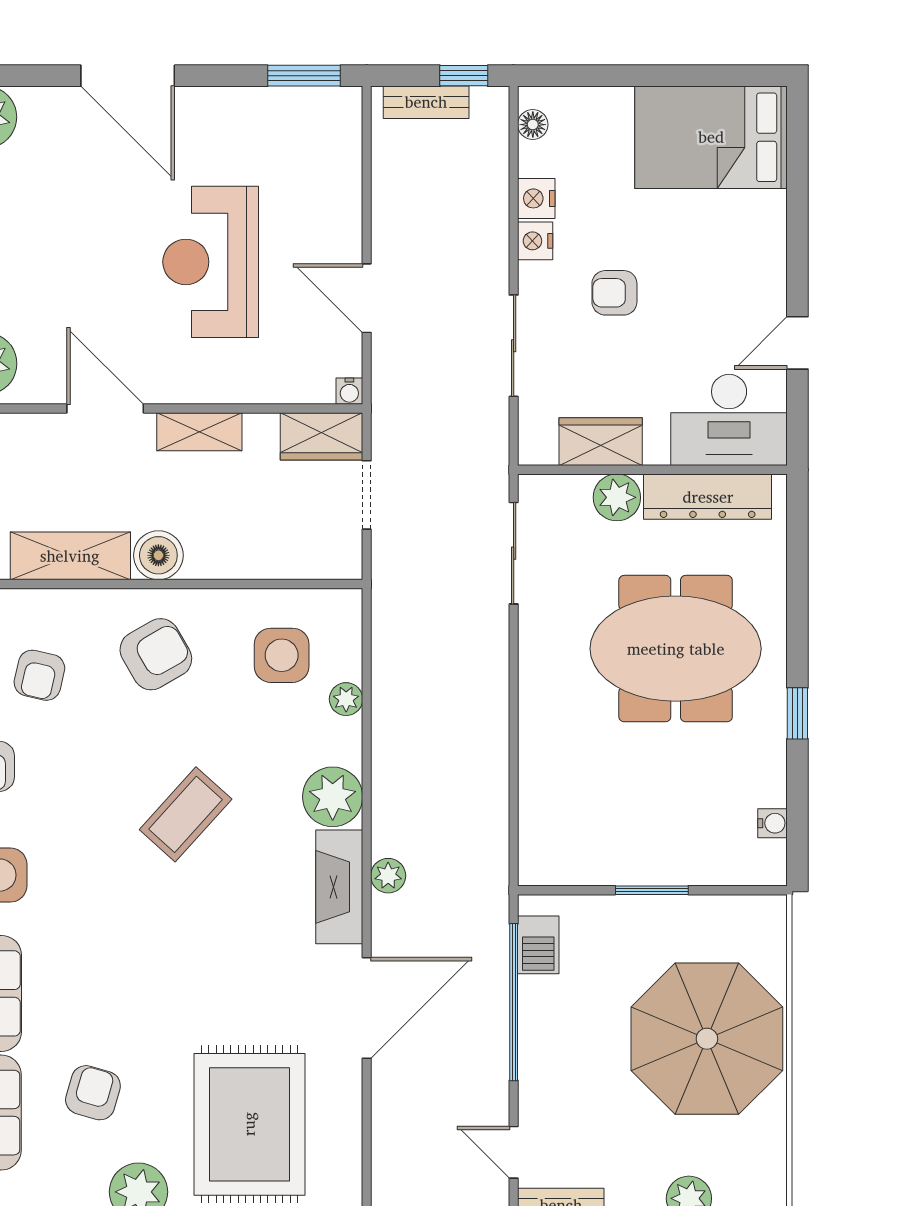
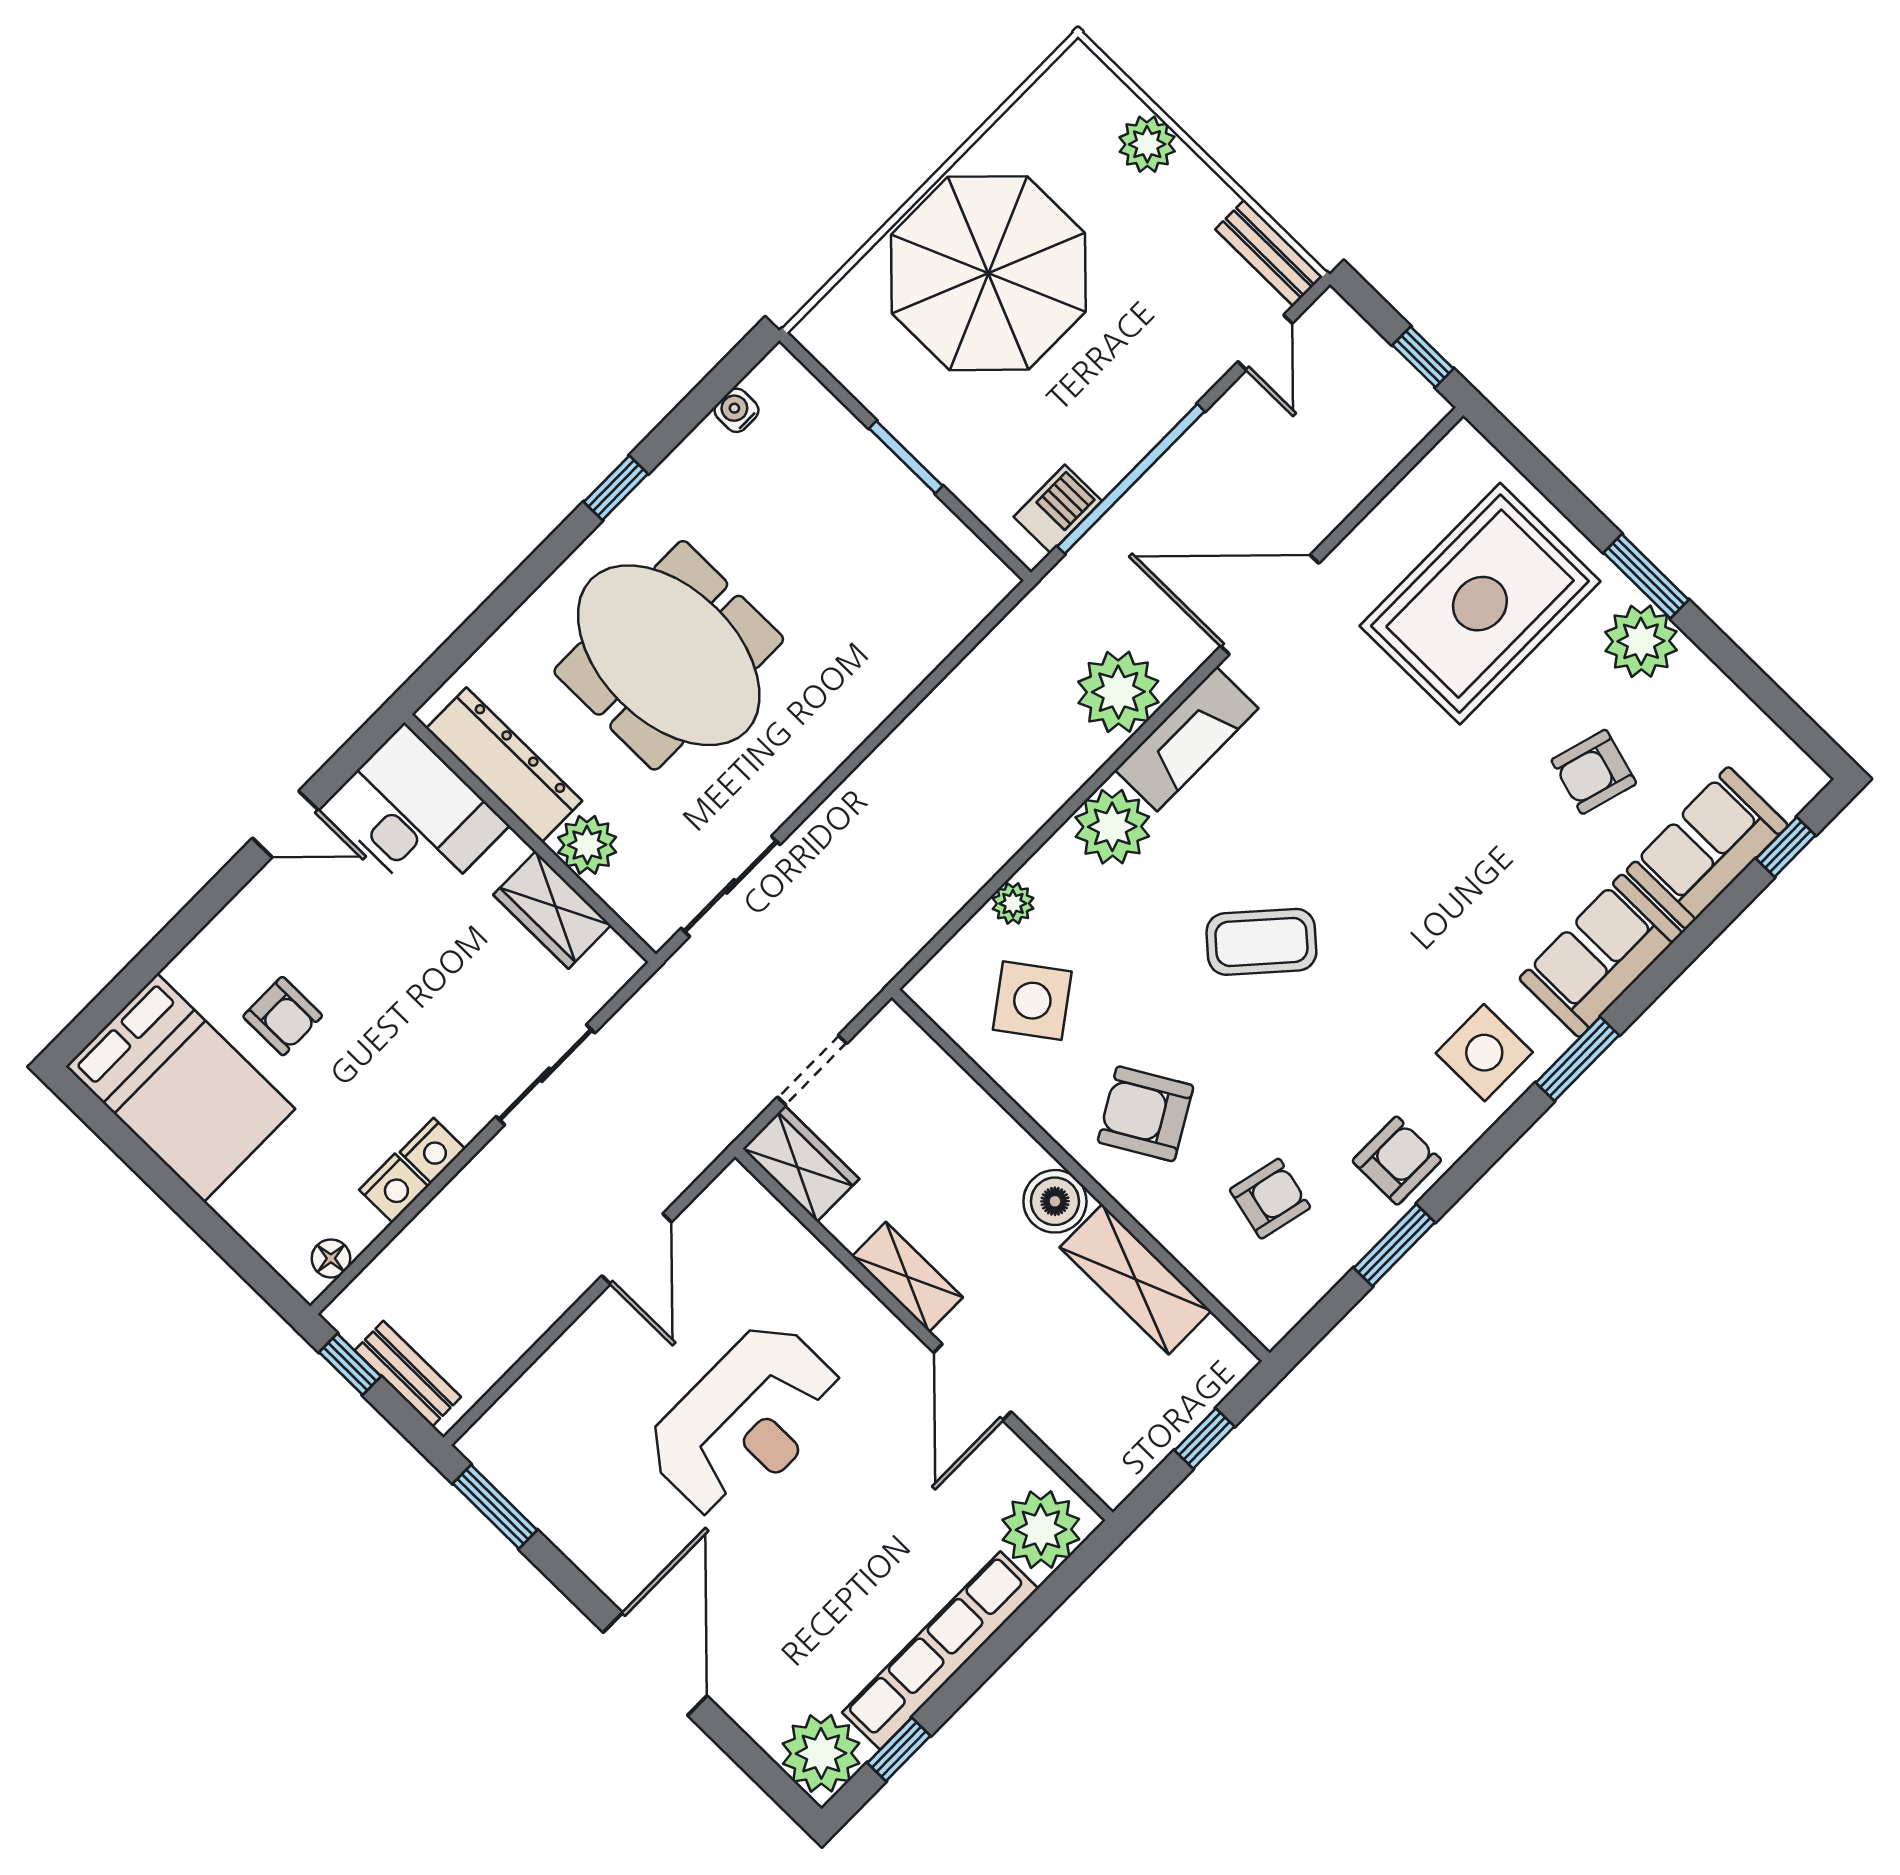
armchair: (614, 293) -> (283, 1016), moved
water cooler: (349, 391) -> (735, 1180), removed
side table: (282, 655) -> (1032, 1001), turned -36
plant: (388, 876) -> (1118, 692), width x1.88, depth x1.88

